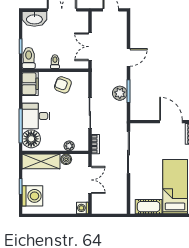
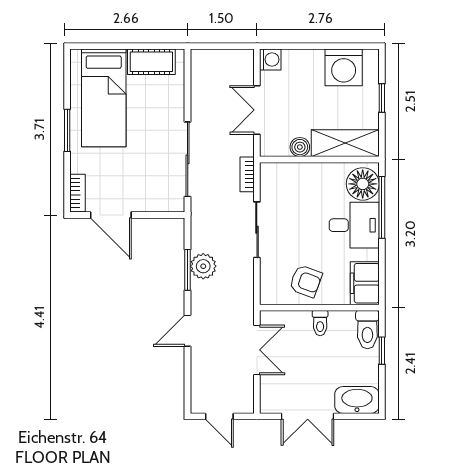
plant: (69, 146) -> (294, 171), removed
washing machine: (32, 196) -> (344, 67), moved, turned -90

